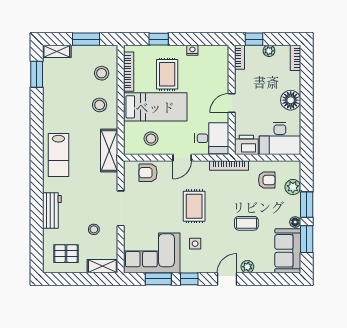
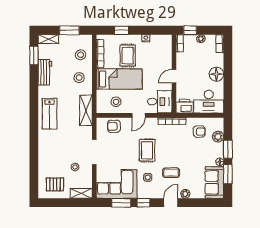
workbench: (52, 211) -> (45, 72), moved
coffee table: (246, 223) -> (171, 173), moved

